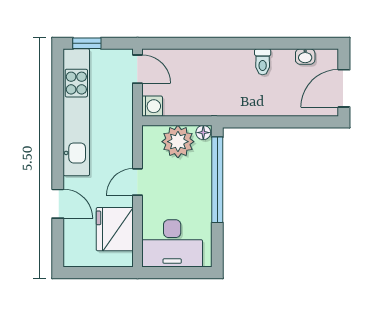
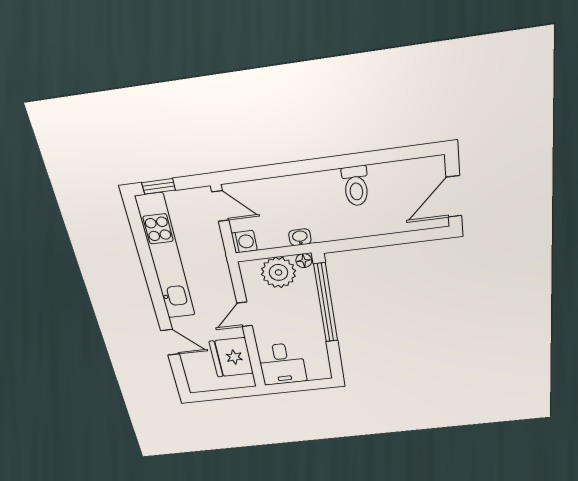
washbasin: (305, 57) -> (300, 237), moved, turned 180
toilet: (263, 62) -> (356, 186), width x1.37, depth x1.39
desk: (172, 243) -> (282, 364), width x0.73

